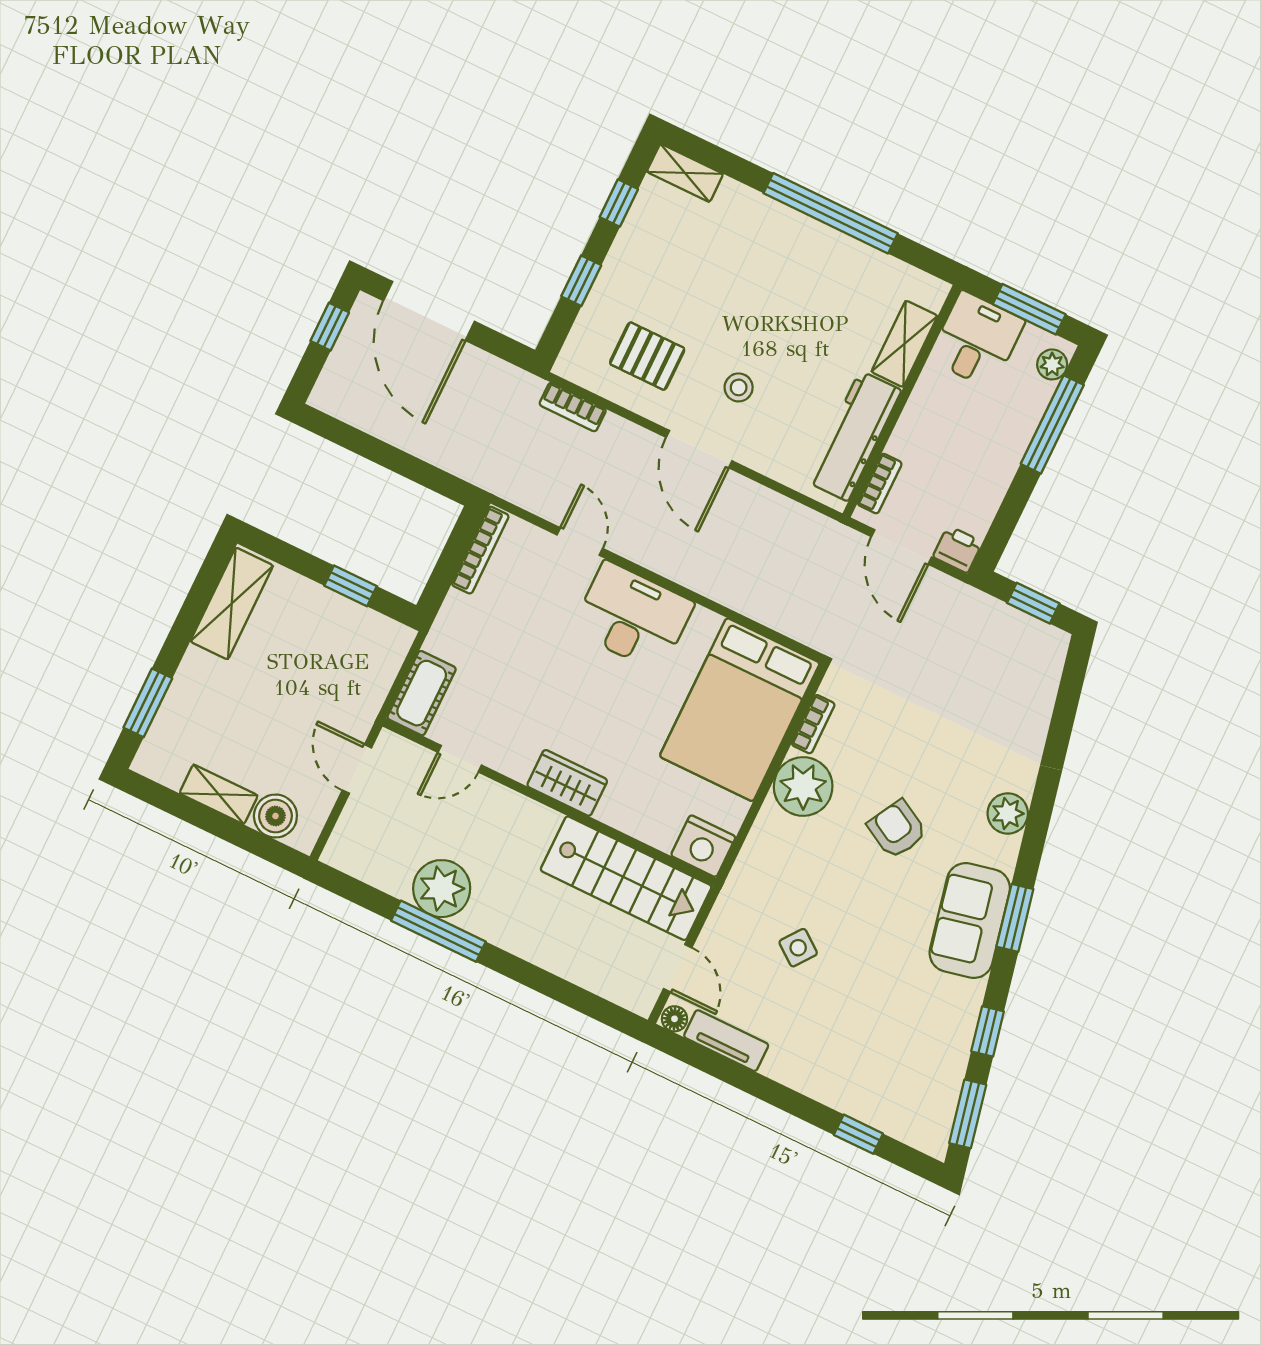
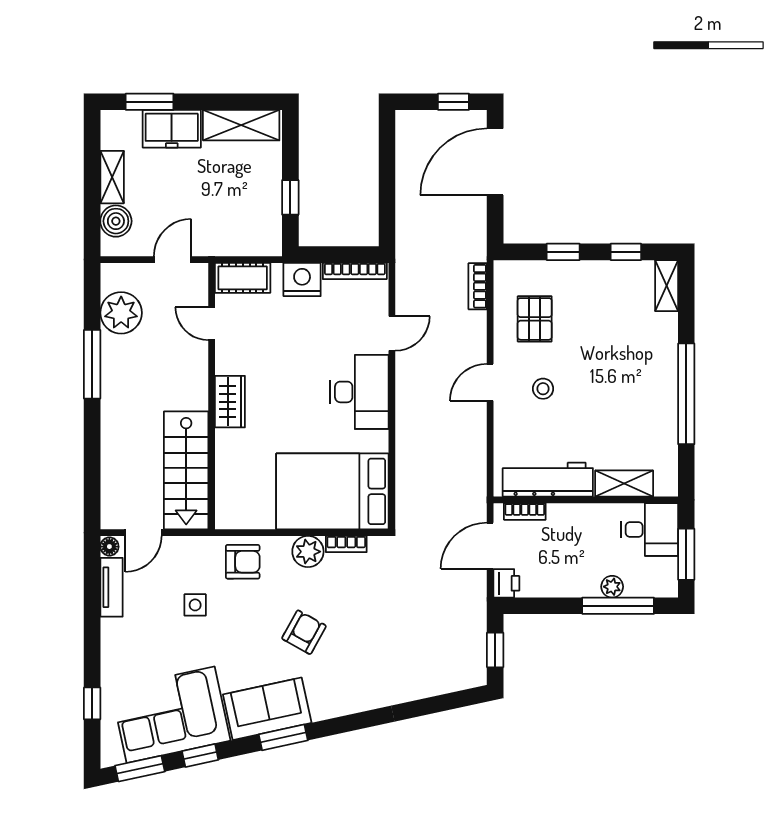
plant: (1052, 364) -> (612, 587), moved
door: (699, 449) -> (490, 382), width x0.73
freezer: (195, 692) -> (172, 129), added
plant: (803, 786) -> (308, 552), width x0.73, depth x0.73
plant: (1008, 813) -> (349, 700), removed
nightstand: (703, 846) -> (302, 279), moved, turned 90
armchair: (773, 863) -> (243, 562), added
plant: (442, 889) -> (121, 313), moved
side table: (798, 948) -> (195, 605), turned -37
corner sofa: (919, 1044) -> (171, 715), added

